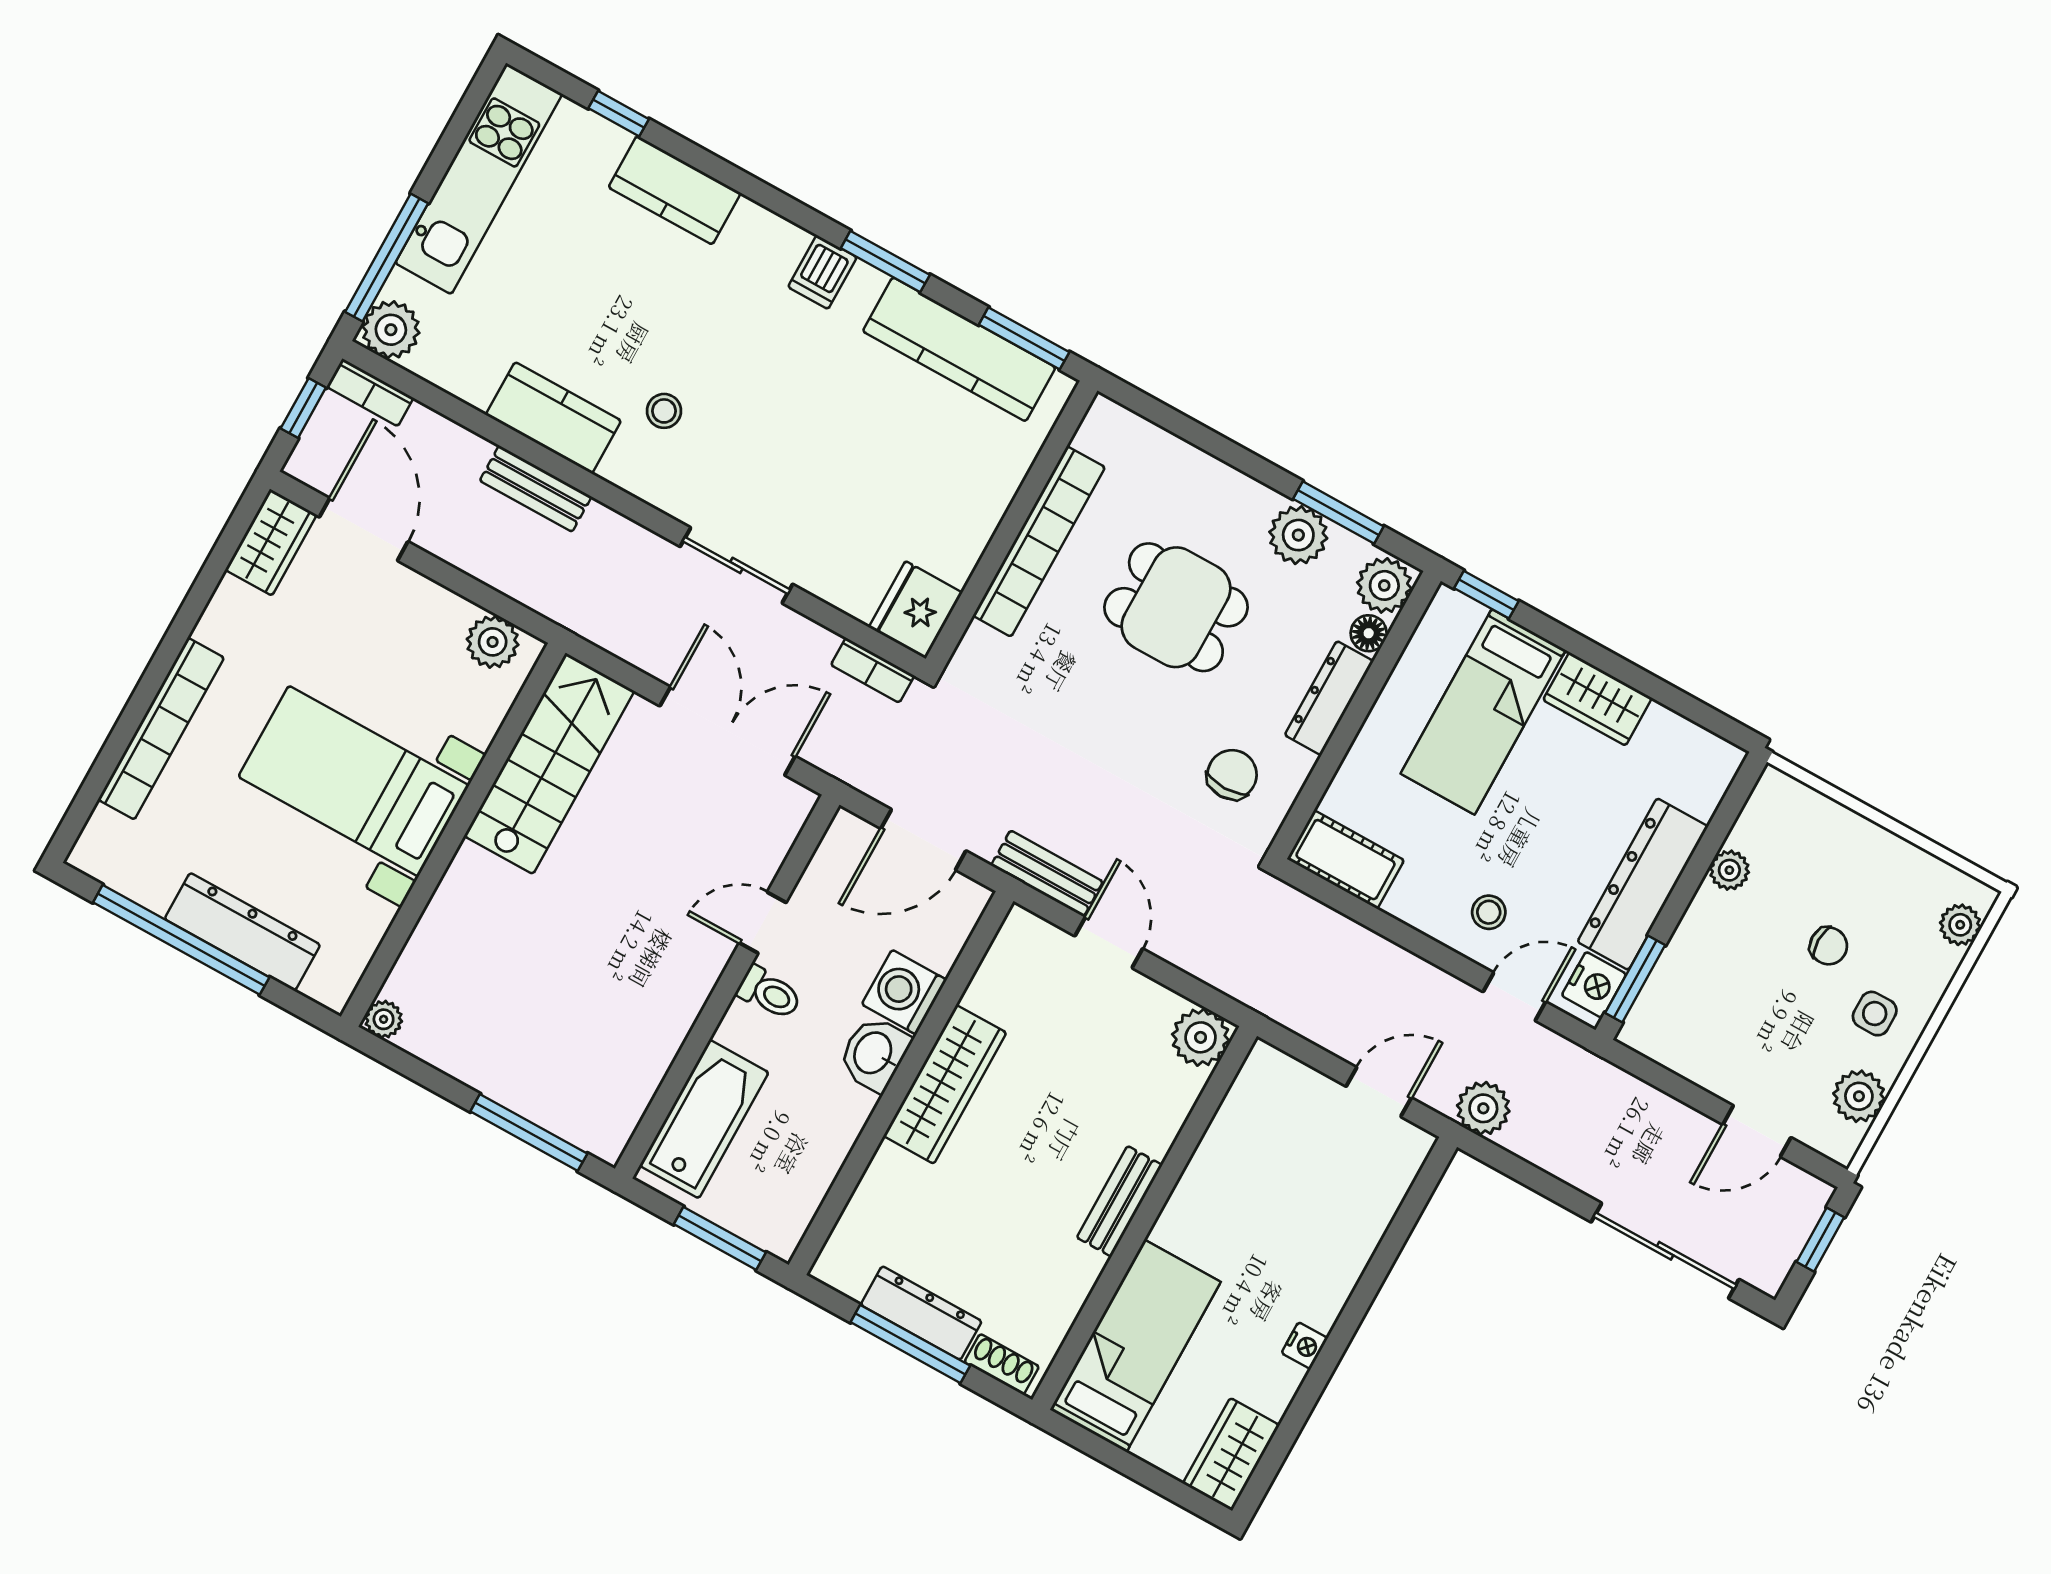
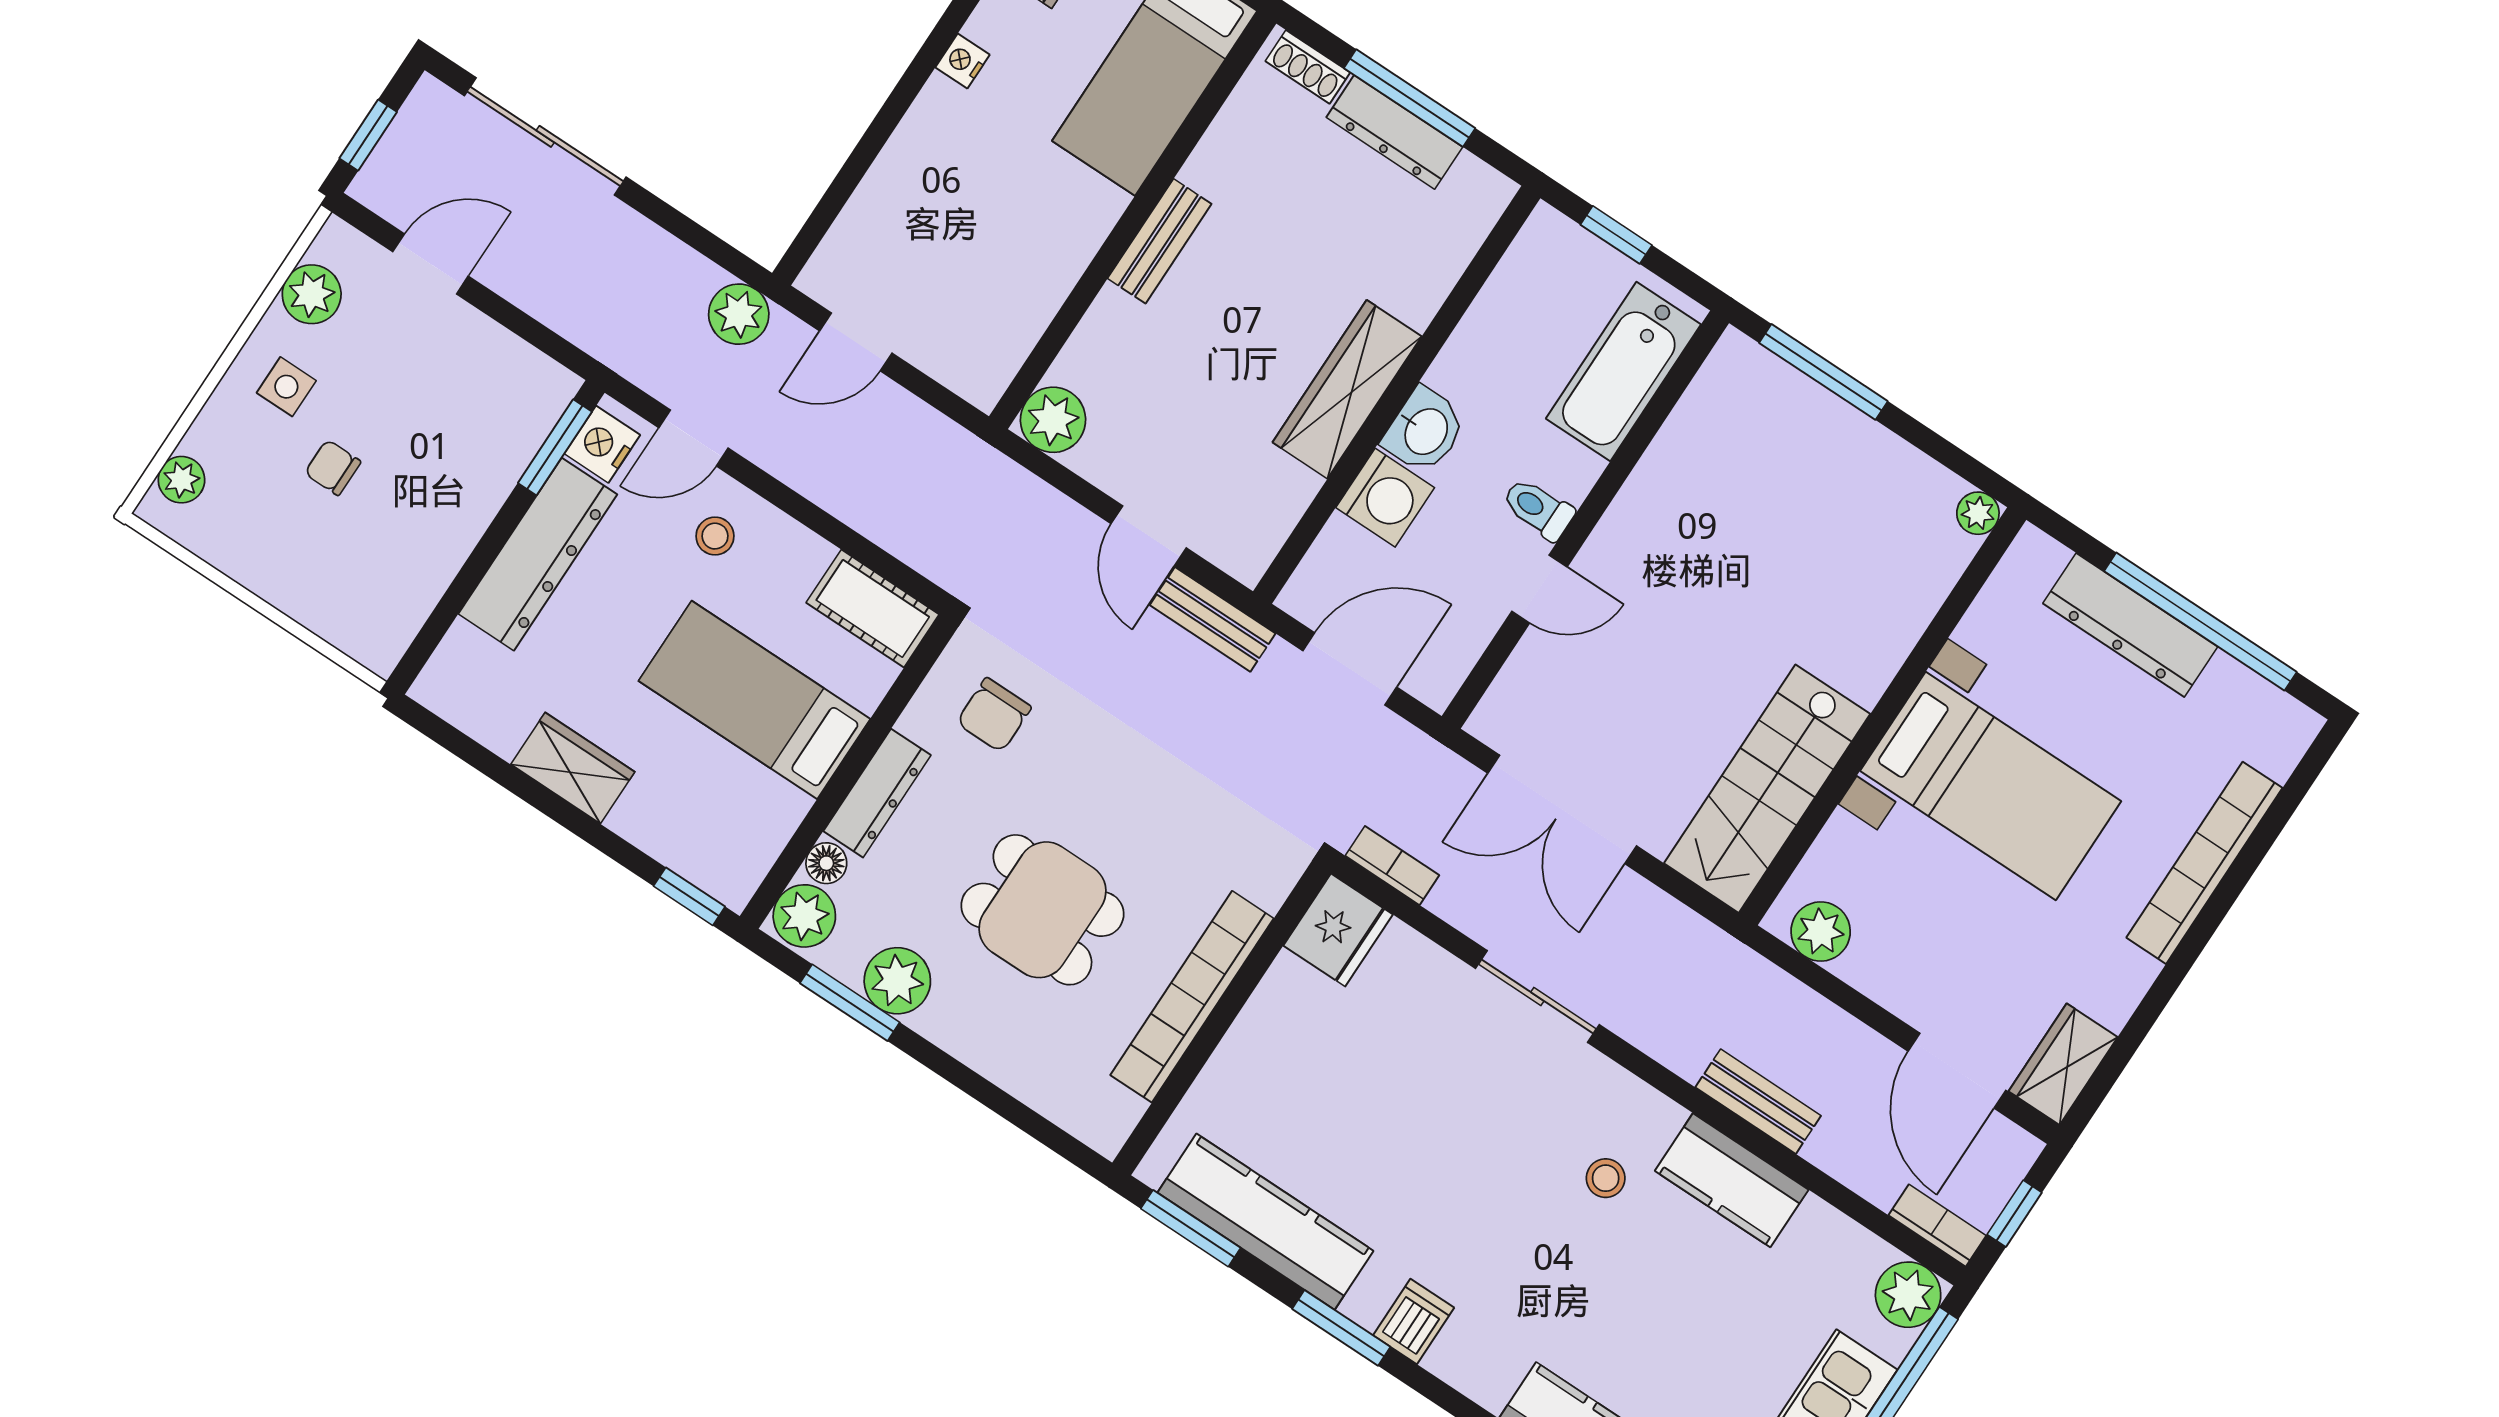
bed: (1483, 712) -> (754, 700), moved, turned -90
plant: (1729, 870) -> (438, 562), removed
window: (720, 1238) -> (1616, 235), width x0.67

